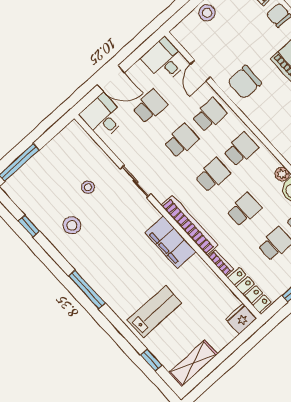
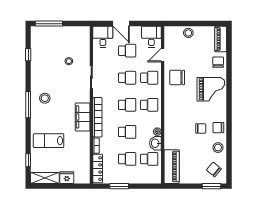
stool: (72, 225) -> (45, 98), moved
lab bench: (154, 312) -> (49, 141), turned 180
fridge: (241, 319) -> (67, 178), moved

